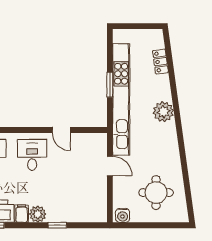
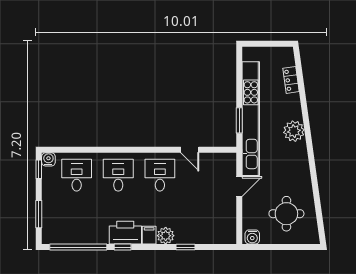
window: (110, 85) -> (239, 120), moved
door: (110, 166) -> (239, 187), hinge flipped

